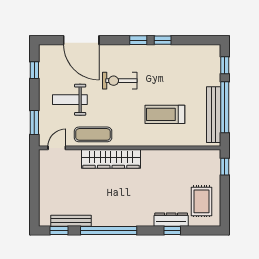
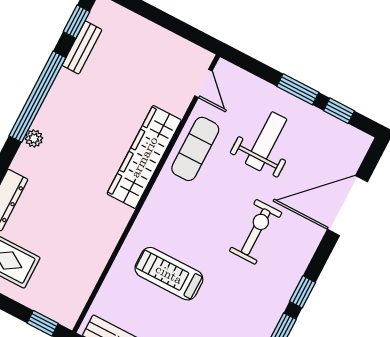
treadmill: (165, 114) -> (169, 274), turned -90
window: (34, 122) -> (298, 89), moved
bench: (71, 221) -> (82, 47), width x0.73
plant: (131, 221) -> (34, 138), added

